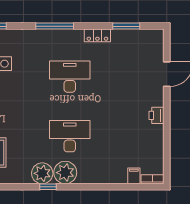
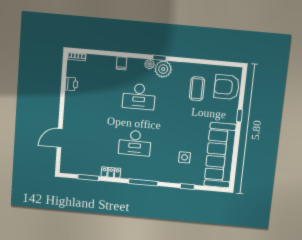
printer: (156, 115) -> (71, 84), moved
plant: (65, 173) -> (150, 64), width x0.53, depth x0.53
filing cabinet: (134, 176) -> (122, 63), moved

